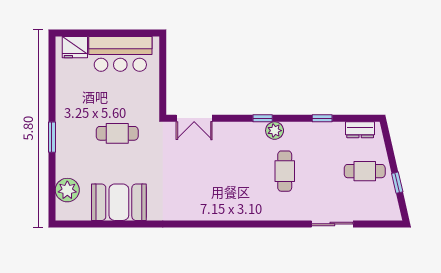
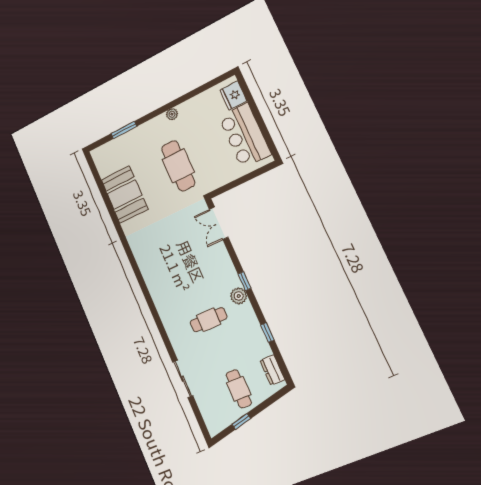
cafe table: (117, 133) -> (178, 166), width x1.37, depth x1.35
window: (52, 137) -> (124, 130), moved
plant: (67, 190) -> (172, 114), moved, width x0.53, depth x0.53

